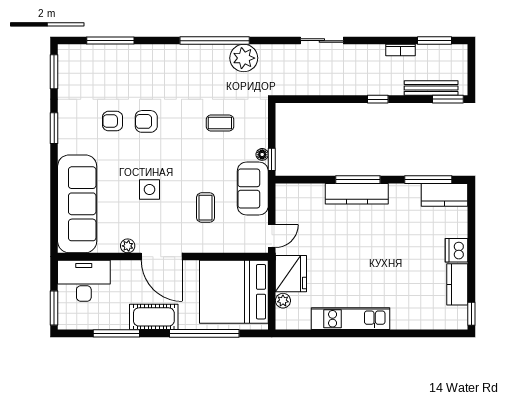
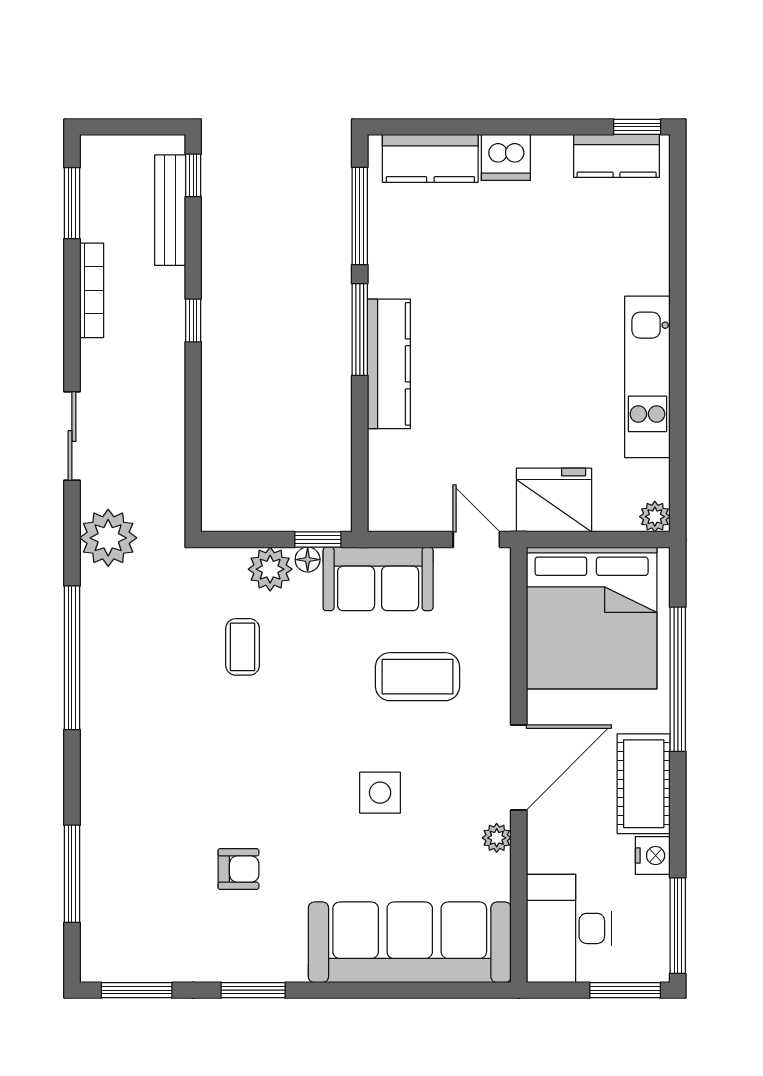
bookcase: (400, 50) -> (92, 290), width x1.56
plant: (244, 58) -> (108, 538), moved
window: (448, 99) -> (193, 175), width x0.67
armchair: (113, 121) -> (238, 869), turned -90
armchair: (146, 121) -> (239, 799), removed
plant: (258, 136) -> (270, 569), added
window: (358, 180) -> (360, 330), moved
kitchen counter: (445, 195) -> (430, 158), moved, turned 90
coffee table: (206, 208) -> (417, 677), width x1.36, depth x1.30
kitchen counter: (457, 284) -> (617, 156), moved
plant: (283, 301) -> (655, 517), moved
nightstand: (119, 321) -> (653, 856), added
window: (116, 333) -> (678, 926), moved

